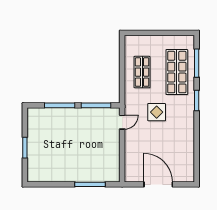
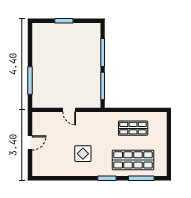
display table: (157, 112) -> (83, 154), moved
door: (122, 122) -> (69, 110), moved
door: (158, 184) -> (30, 143), width x0.53

